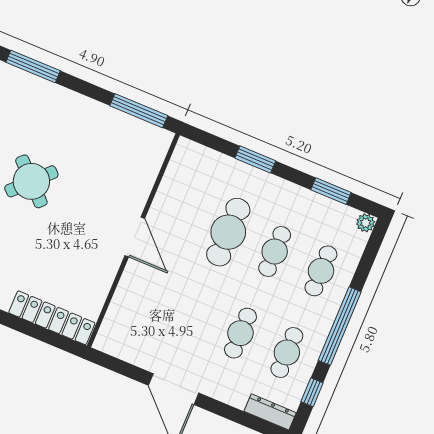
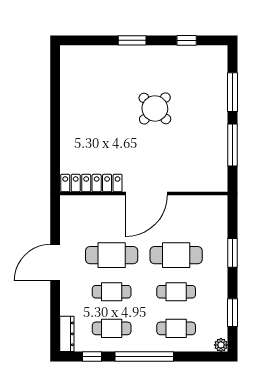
window: (33, 66) -> (233, 92), moved
window: (139, 111) -> (233, 145), moved
door: (135, 237) -> (147, 194), width x1.36
cafe table: (194, 314) -> (112, 255), added
locker: (52, 318) -> (91, 183), moved, turned -90

